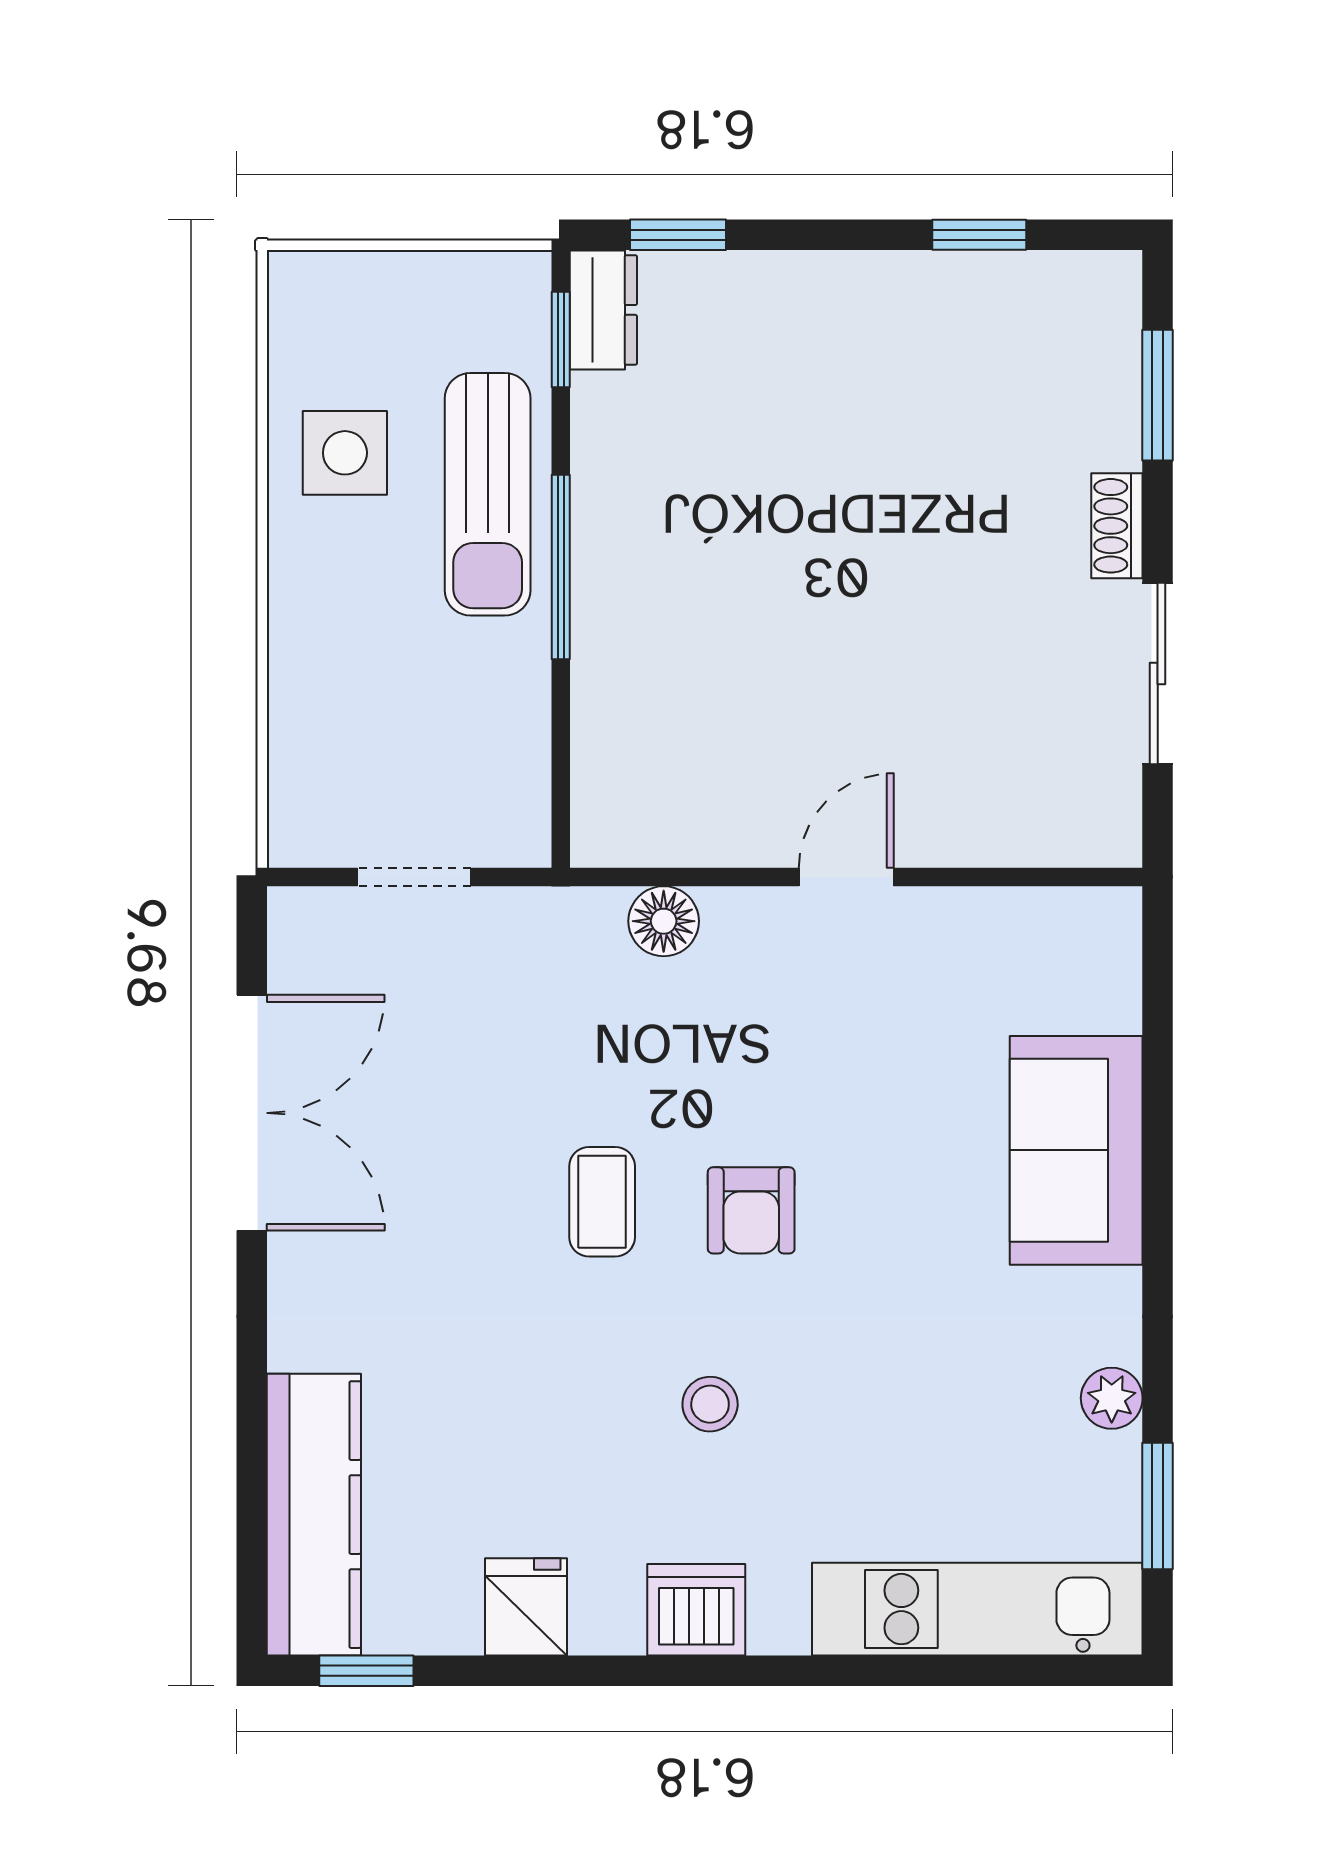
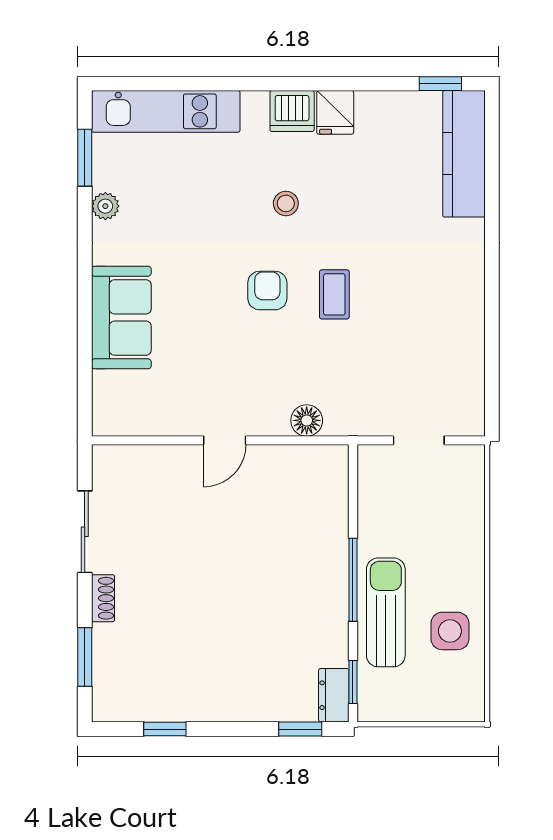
double door: (252, 1113) -> (492, 334), removed
fridge: (526, 1607) -> (335, 112), moved

